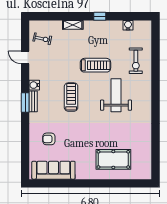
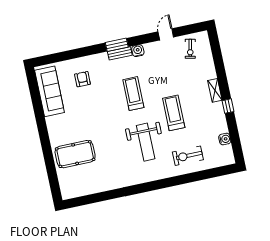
shelving: (73, 25) -> (215, 90), moved
treadmill: (95, 65) -> (174, 113), turned 180
weight bench: (116, 95) -> (146, 142), turned 90
treadmill: (71, 97) -> (133, 94), turned -90
pool table: (113, 159) -> (75, 154), turned 90

